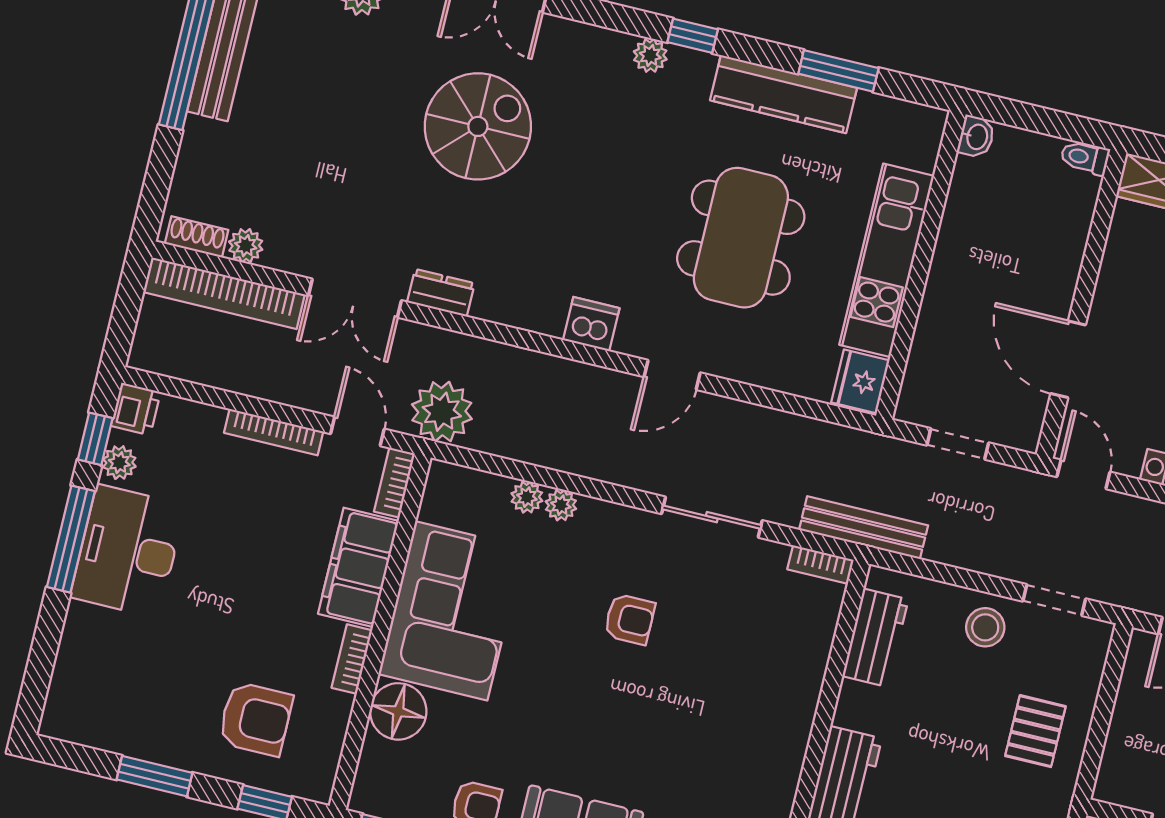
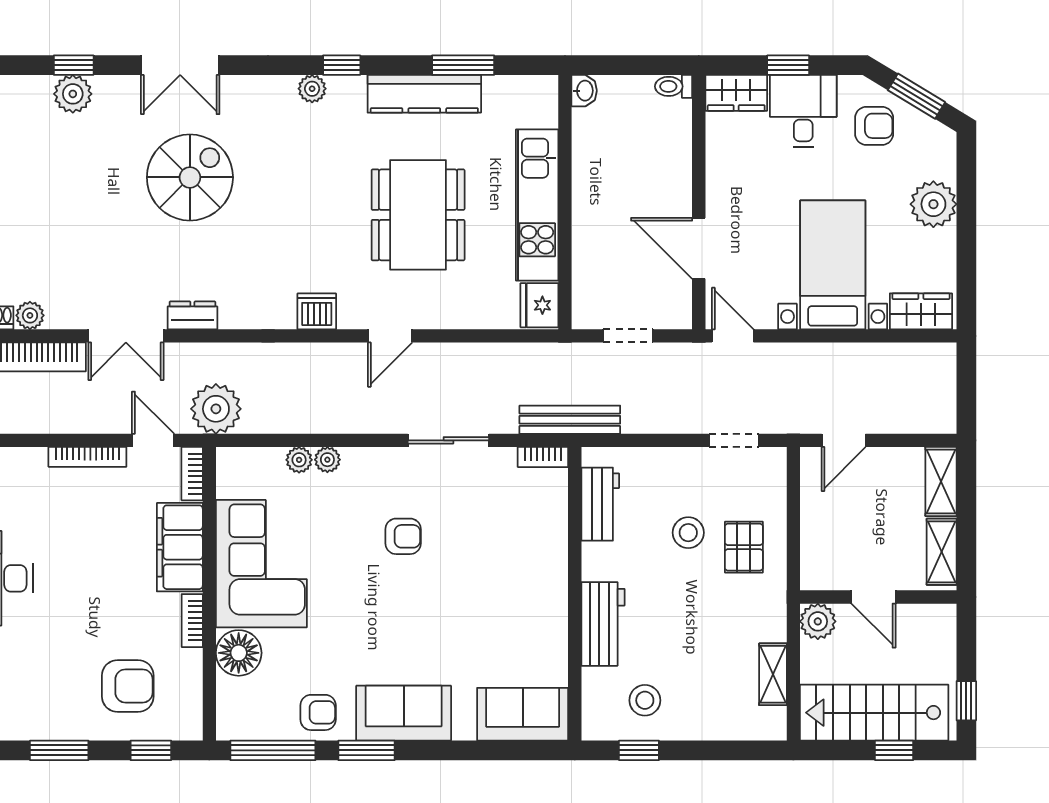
stool: (985, 627) -> (688, 533), moved

